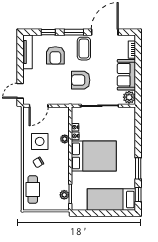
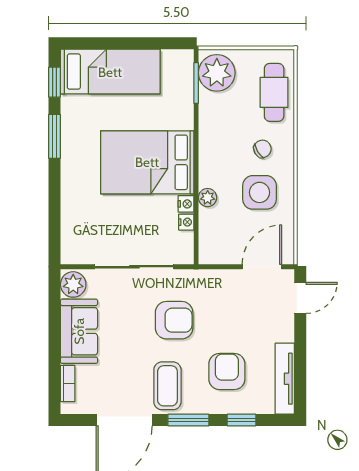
plant: (64, 195) -> (217, 73), width x1.88, depth x1.88

